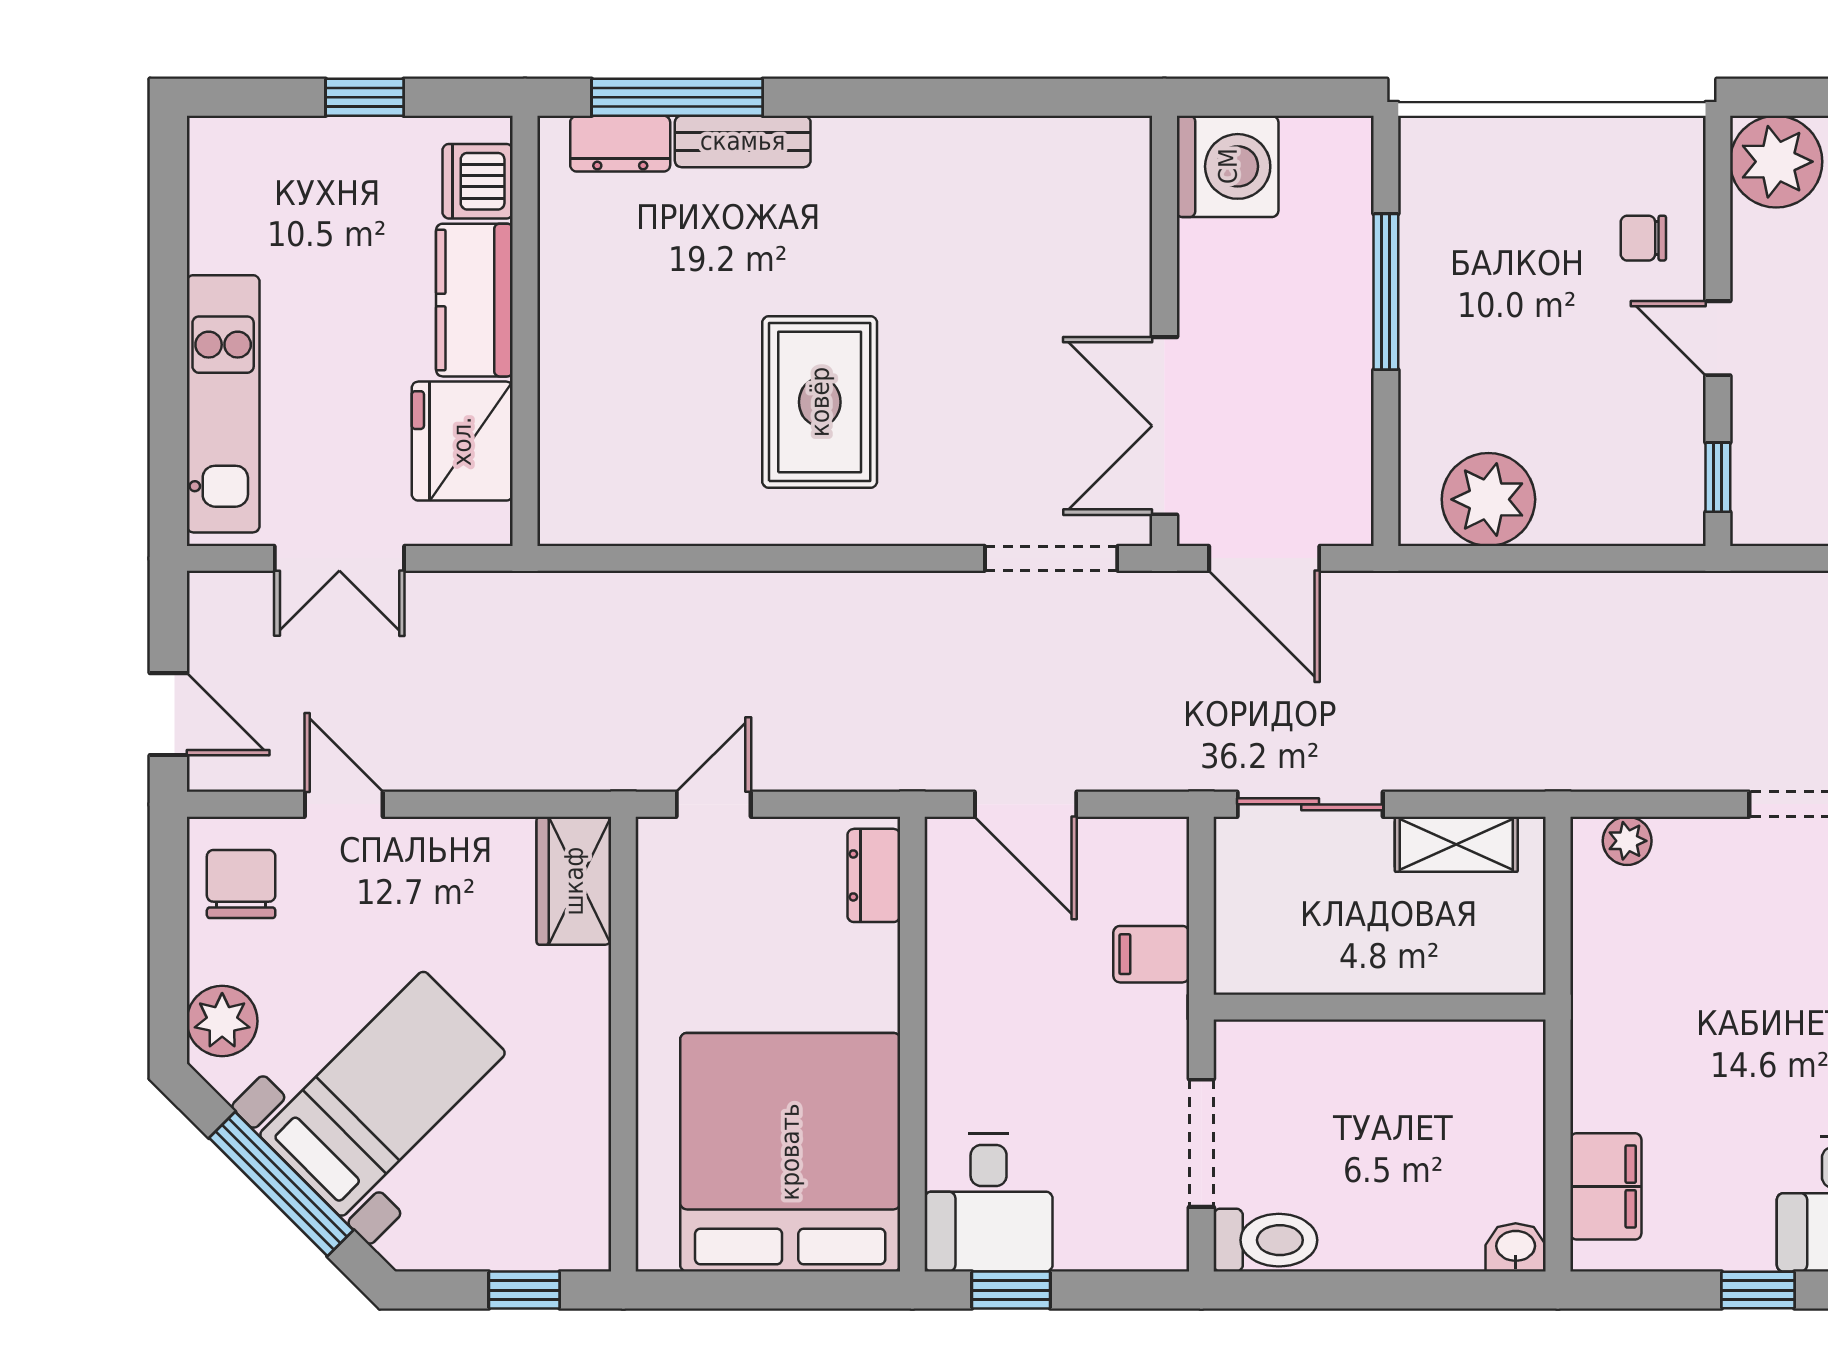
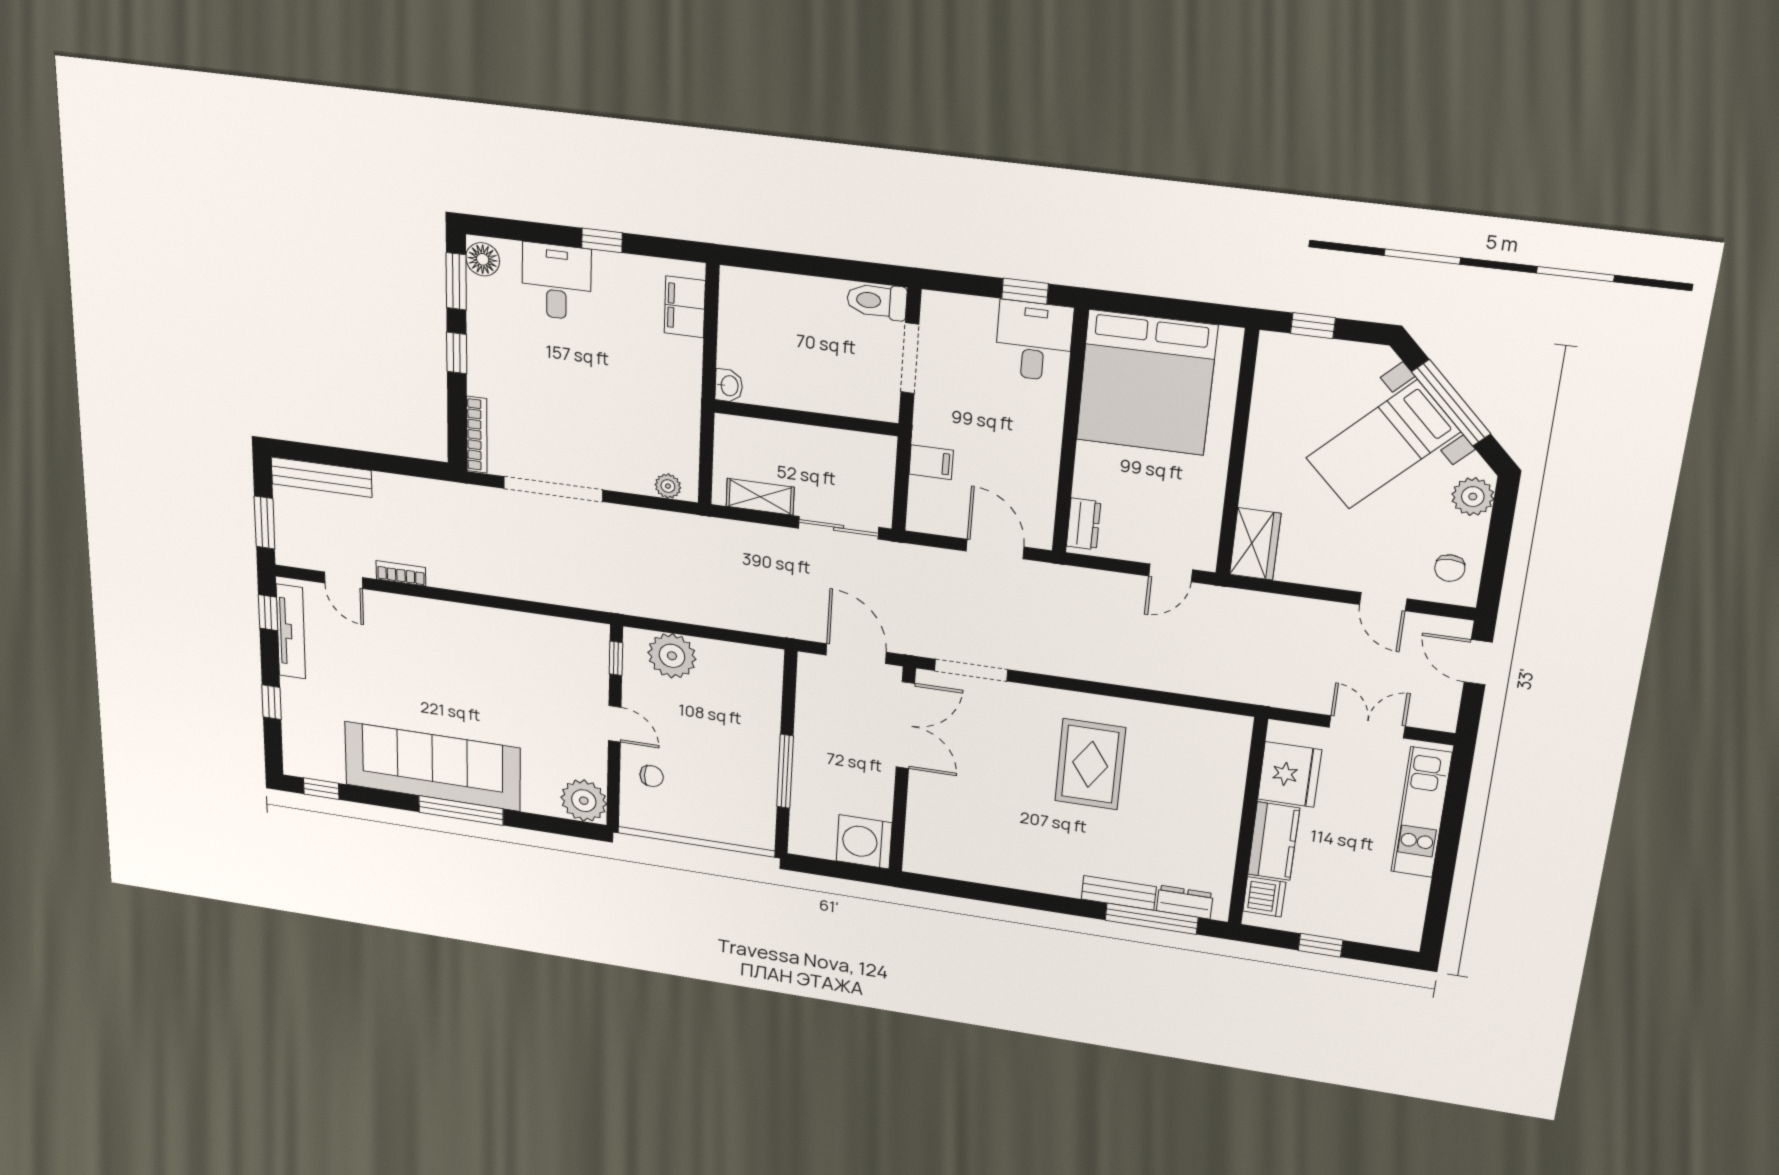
plant: (1488, 499) -> (672, 656), moved
chair: (241, 884) -> (1450, 568), width x0.73, depth x0.73
washbasin: (1516, 1247) -> (729, 386), moved, turned -90

